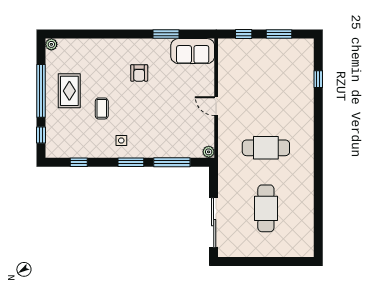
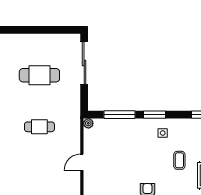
door: (216, 106) -> (82, 162), swing flipped
cafe table: (266, 148) -> (39, 127), width x0.73, depth x0.74
cafe table: (266, 208) -> (39, 75), turned 90

